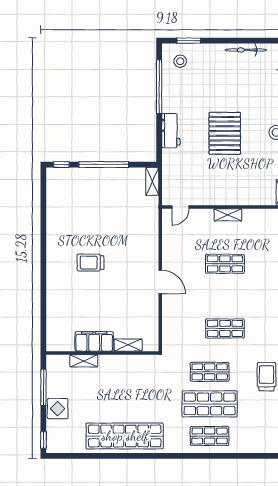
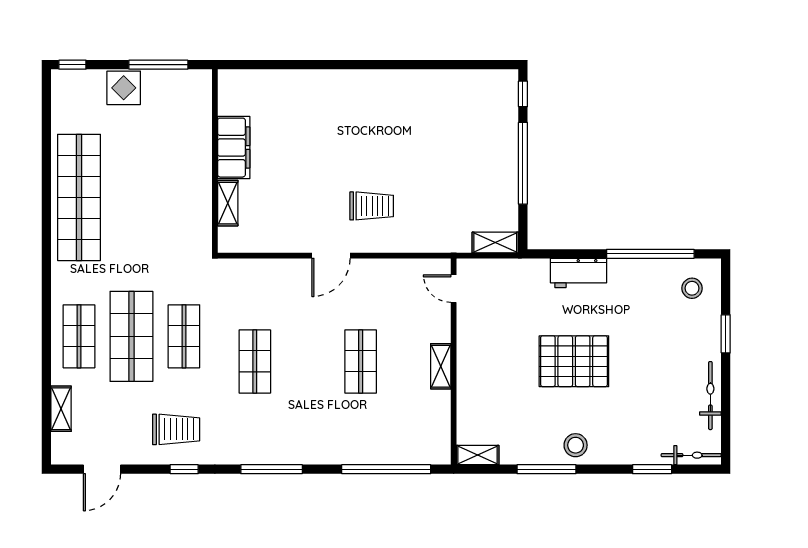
window: (189, 41) -> (726, 334), moved
trolley: (91, 263) -> (372, 206), moved, turned 90
shelving: (84, 361) -> (61, 409), moved

